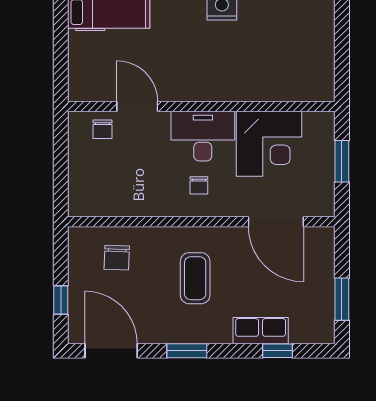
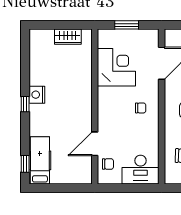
wardrobe: (322, 60) -> (68, 37), added
desk: (203, 136) -> (140, 170), moved, turned -90

